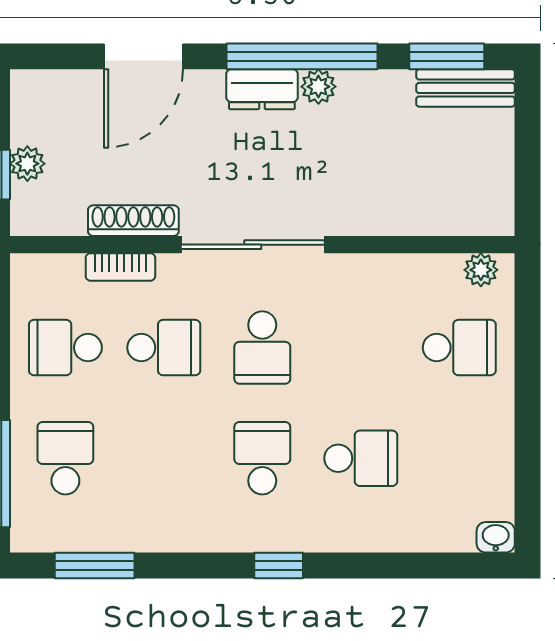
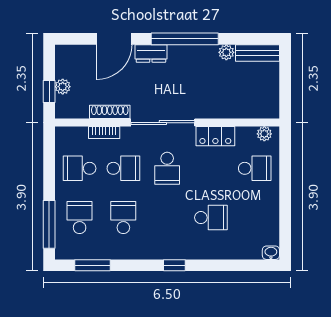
window: (447, 56) -> (249, 39), removed
plant: (318, 87) -> (226, 52), moved
dresser: (262, 89) -> (151, 53), moved
locker: (371, 275) -> (215, 136), added
school desk: (262, 458) -> (123, 218), moved

